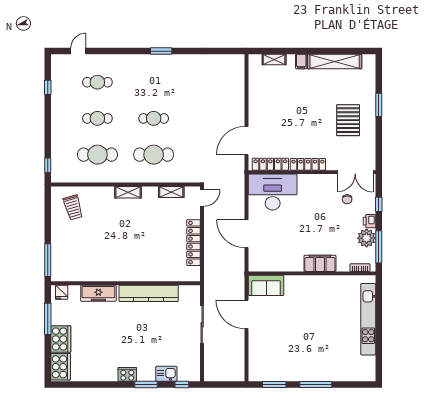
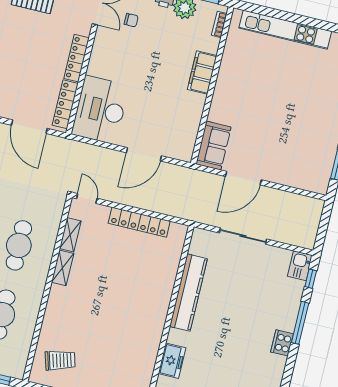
shelving: (128, 192) -> (63, 268), moved
freezer: (98, 293) -> (172, 361), width x0.71
kitchen sink: (166, 374) -> (300, 266), moved
window: (146, 385) -> (300, 323), width x1.44

